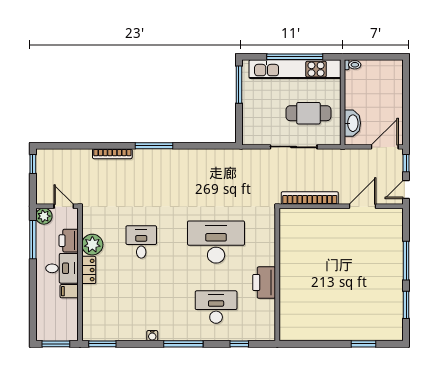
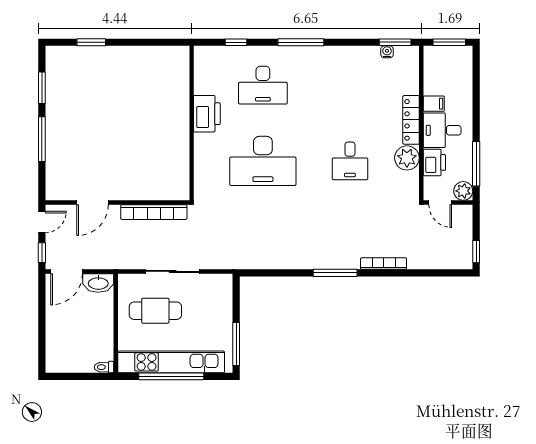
washbasin: (352, 123) -> (98, 283), moved, turned -90
locker: (89, 270) -> (411, 120), width x1.53
water cooler: (152, 336) -> (387, 52), moved

